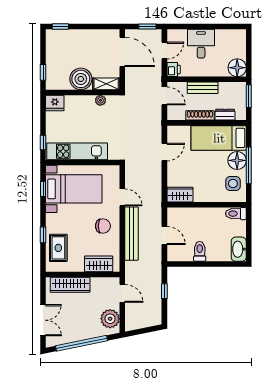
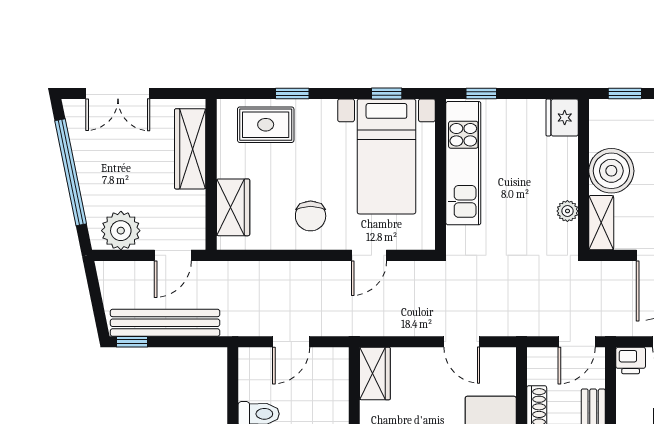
bench: (131, 234) -> (165, 323), moved
window: (164, 291) -> (132, 342), moved

